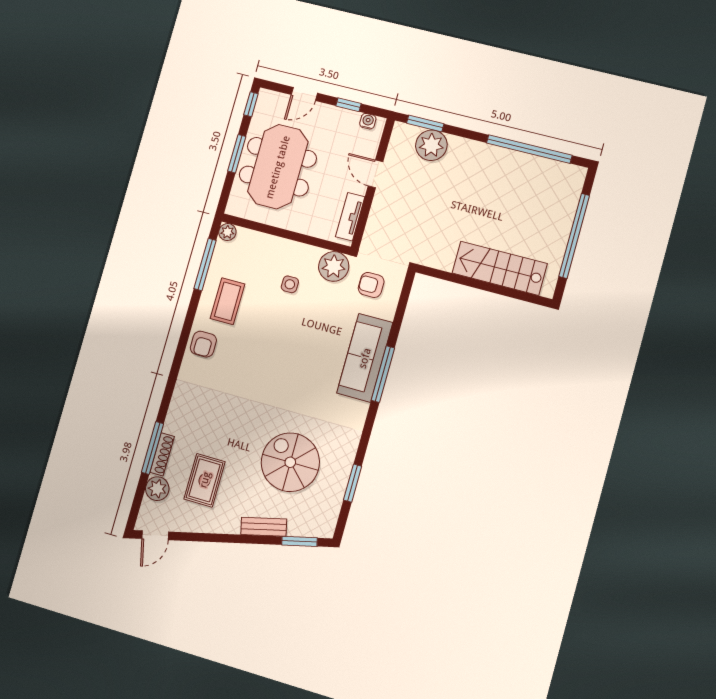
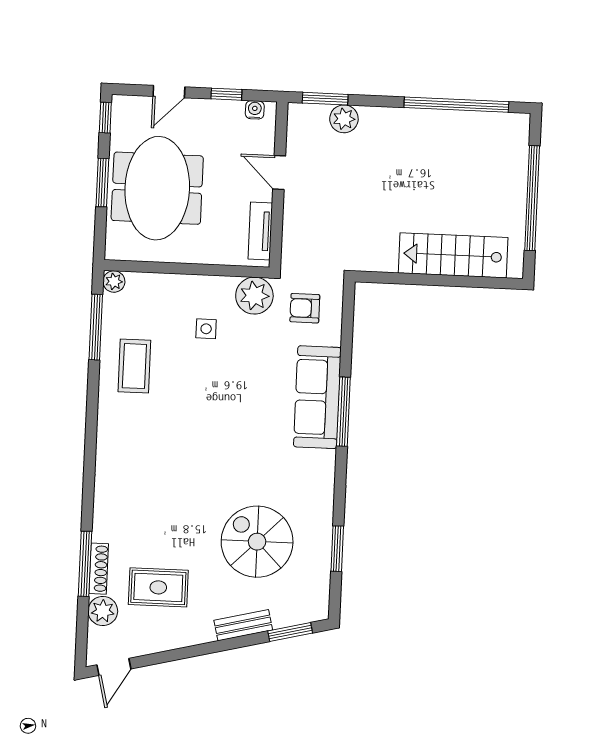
plant: (431, 145) -> (344, 119), width x0.73, depth x0.73
armchair: (203, 344) -> (117, 424), removed
rug: (205, 480) -> (158, 587), turned 90

